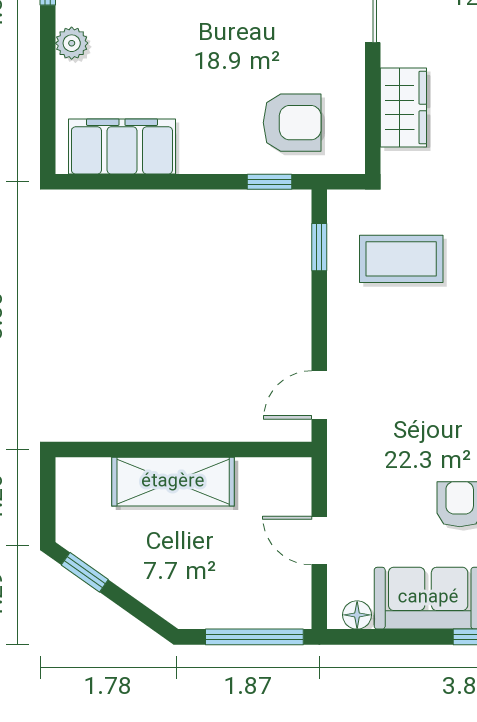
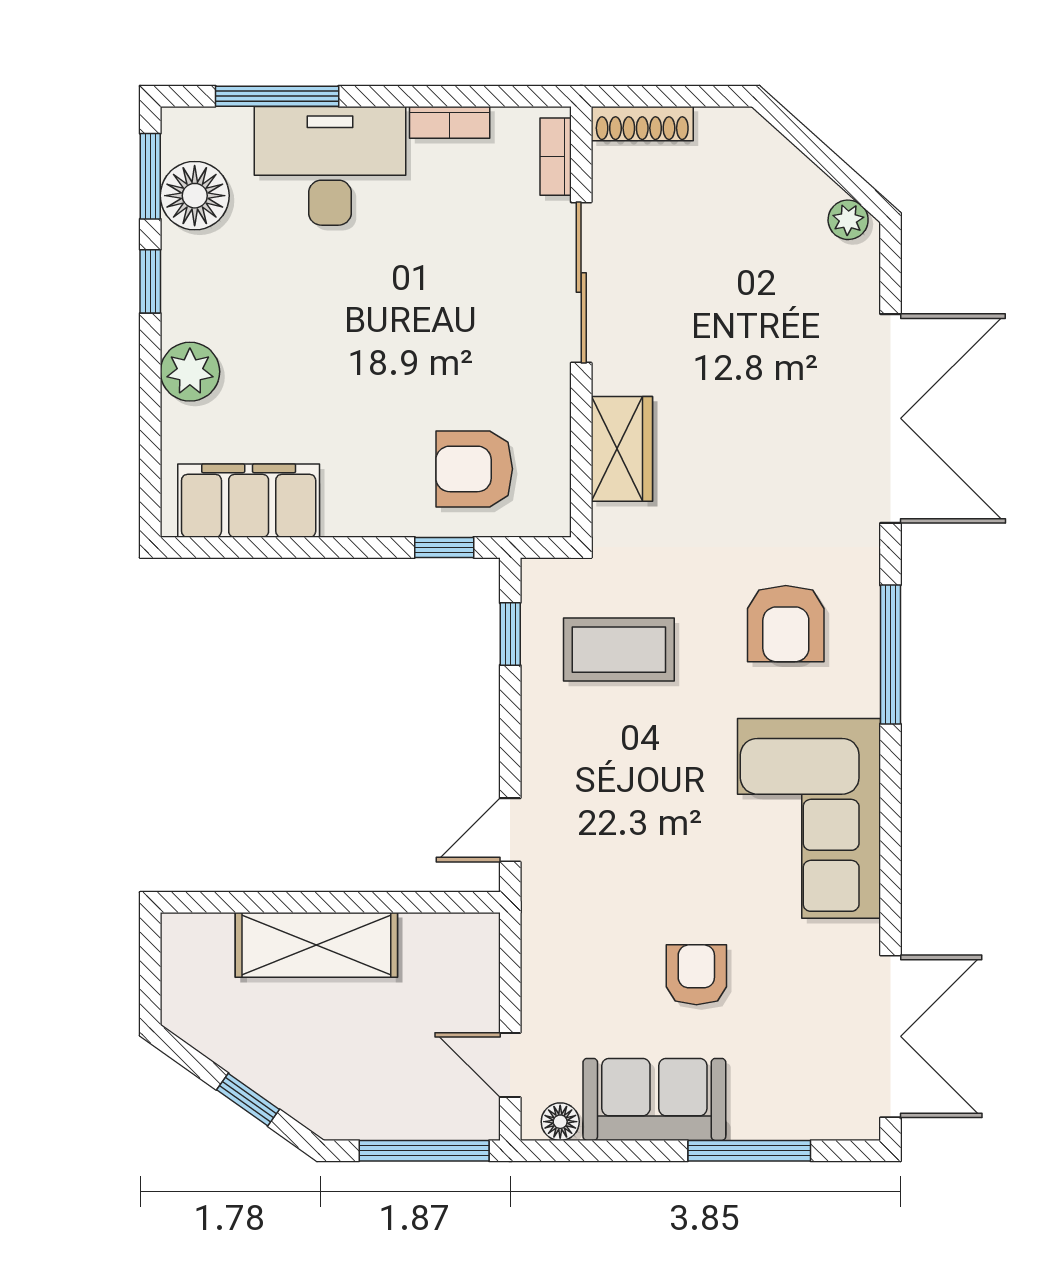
plant: (72, 43) -> (190, 372), width x1.38, depth x1.38
armchair: (292, 123) -> (474, 469), turned 180
door: (319, 540) -> (510, 1065), moved
window: (85, 572) -> (248, 1100), moved

